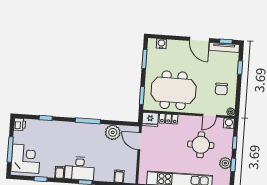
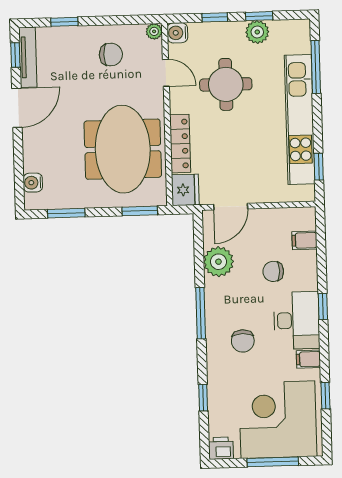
locker: (168, 119) -> (180, 144), width x1.53
chair: (72, 141) -> (243, 341), added
corner desk: (26, 159) -> (278, 420), width x1.36, depth x1.36
chair: (105, 159) -> (273, 271), added

